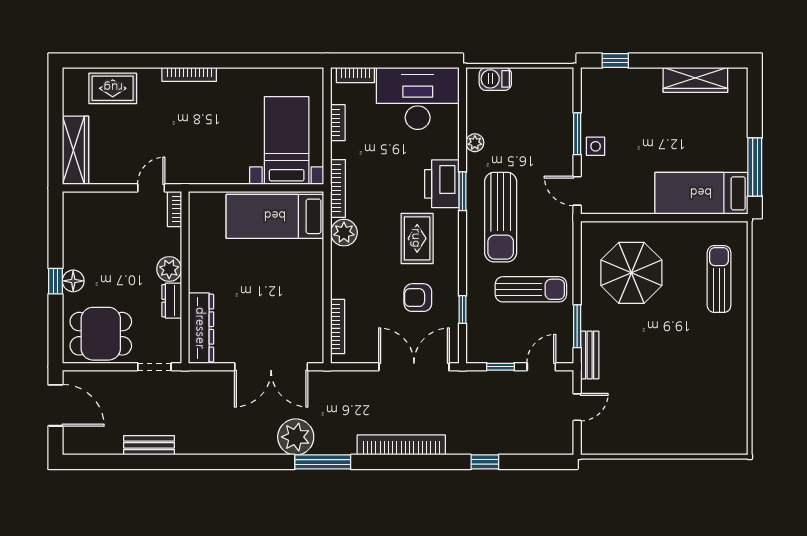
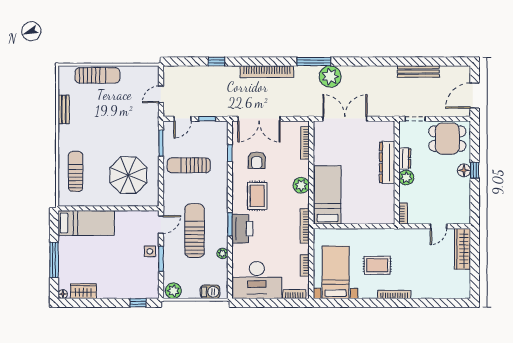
floor lamp: (740, 75) -> (63, 294), added
wardrobe: (695, 80) -> (83, 291), width x0.67
plant: (556, 81) -> (173, 291), added
rug: (113, 88) -> (377, 265), moved
bed with nightstands: (287, 141) -> (336, 272), moved, turned 180
window: (755, 167) -> (54, 260), moved
door: (151, 188) -> (439, 226), moved
door: (577, 191) -> (161, 224), hinge flipped
bed: (275, 216) -> (328, 195), moved, turned -90
sun lounger: (501, 217) -> (195, 231), moved
plant: (344, 233) -> (301, 185), moved
sun lounger: (719, 279) -> (76, 171), turned 180
armchair: (418, 298) -> (257, 160), turned 90
dresser: (201, 328) -> (387, 162), moved
bench: (590, 355) -> (64, 109), moved
door: (55, 405) -> (475, 96), hinge flipped
sun lounger: (683, 439) -> (97, 75), added
bench: (149, 445) -> (418, 71), width x1.36

